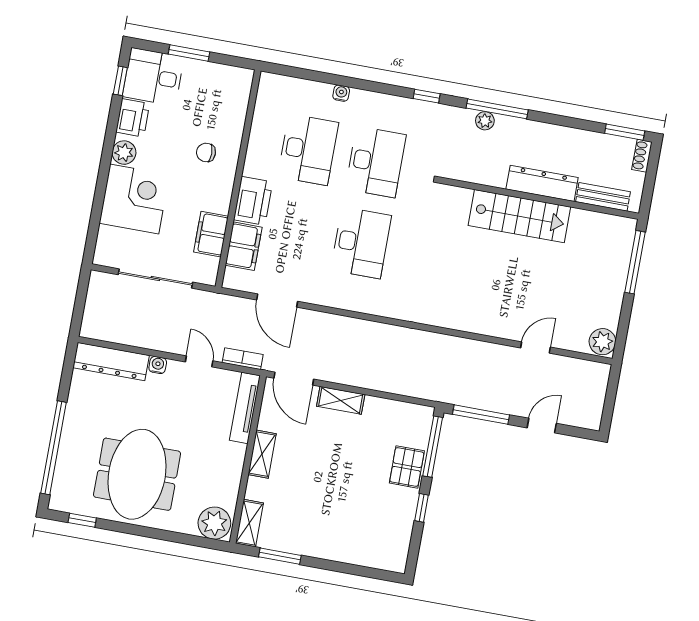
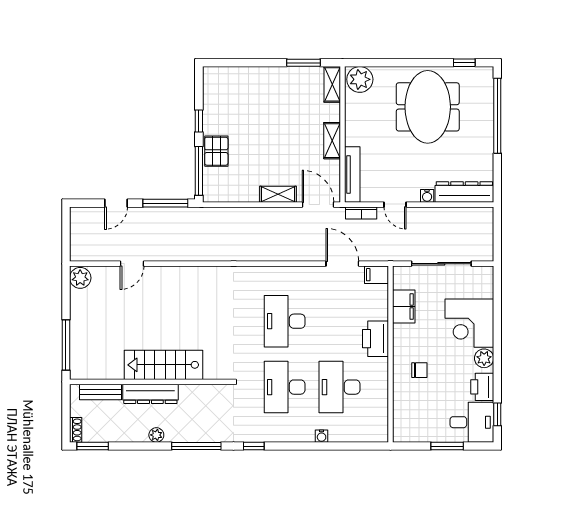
plant: (485, 121) -> (156, 435), moved
filing cabinet: (244, 246) -> (376, 275), moved, width x0.50

